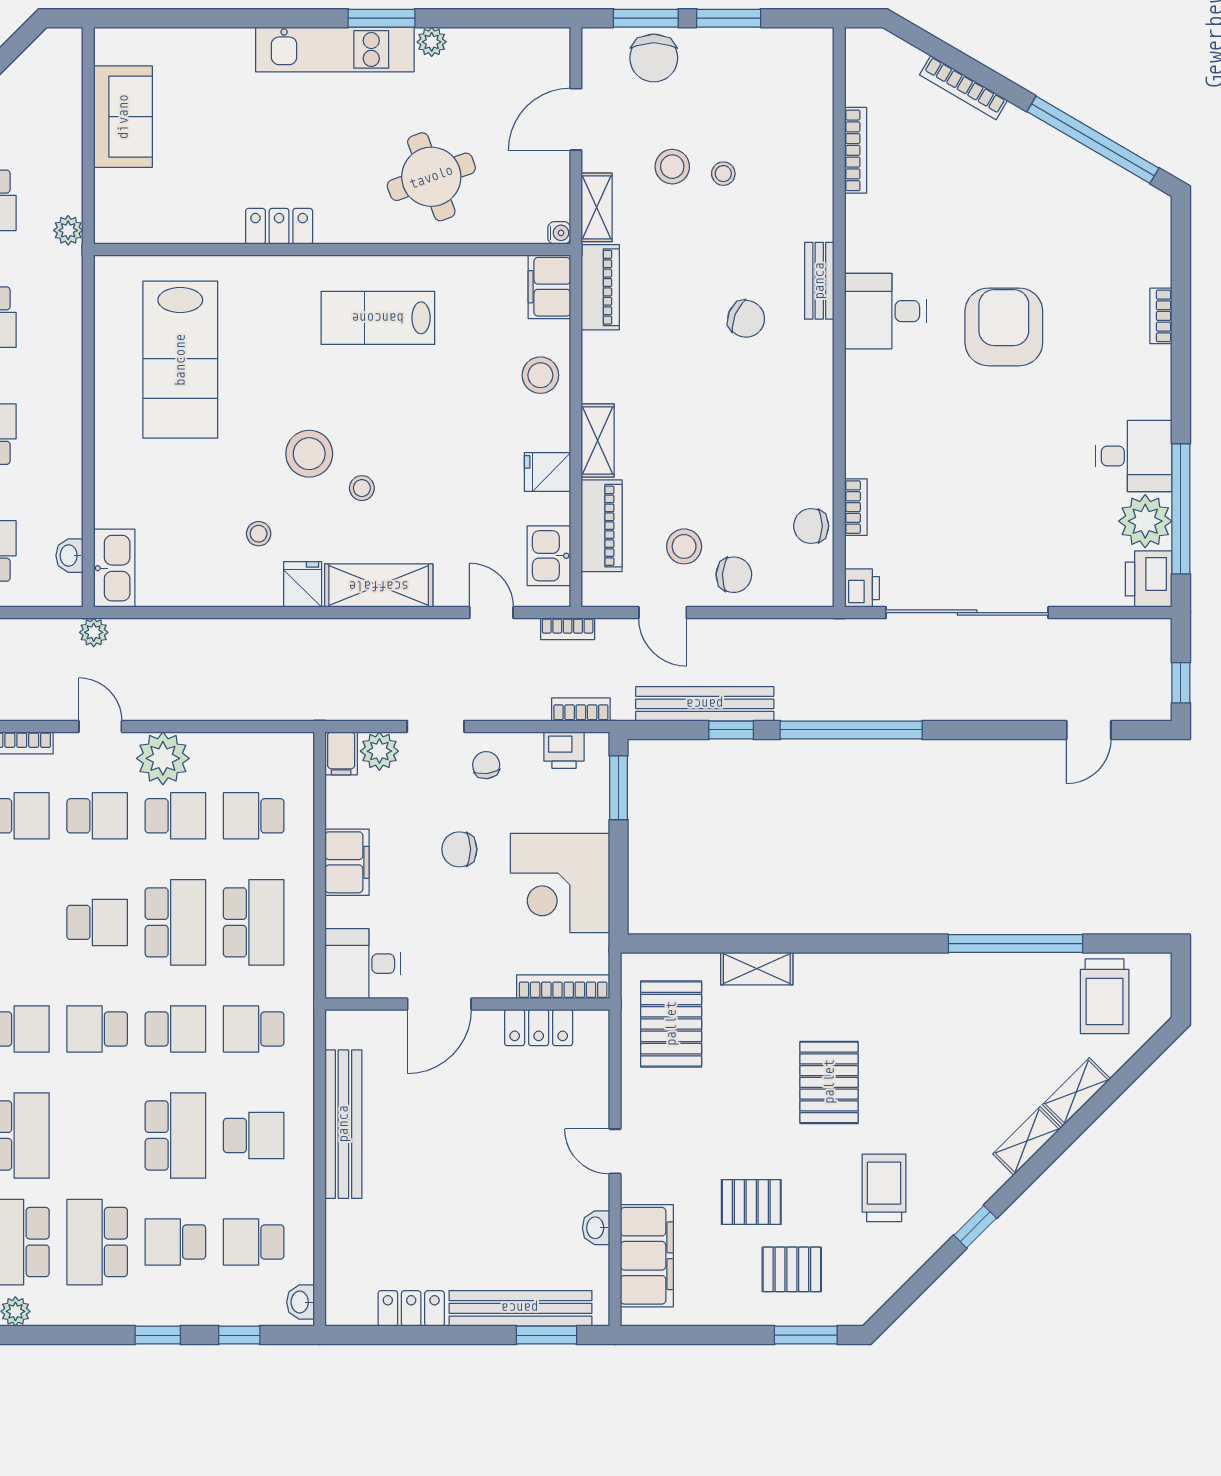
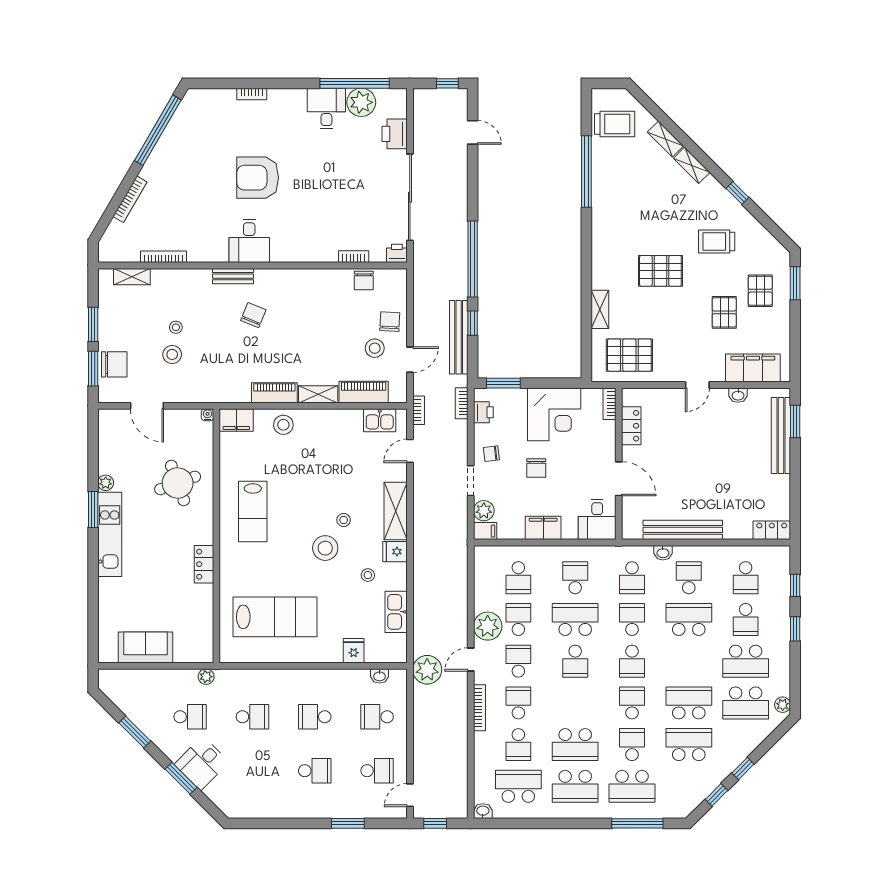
shelving: (597, 207) -> (132, 277), moved
piano: (600, 287) -> (274, 393), moved
fridge: (547, 472) -> (354, 651), moved, turned 180
kitchen sink: (114, 568) -> (396, 612), moved, turned -90
printer: (1149, 579) -> (395, 134), moved, turned 90
plant: (94, 632) -> (427, 670), width x1.87, depth x1.87
school desk: (97, 922) -> (575, 661), turned 180
school desk: (254, 922) -> (575, 578), width x0.54
bookcase: (563, 987) -> (609, 404), width x0.64
washbasin: (300, 1302) -> (663, 553), moved
locker: (411, 1308) -> (772, 530), moved, turned 90

